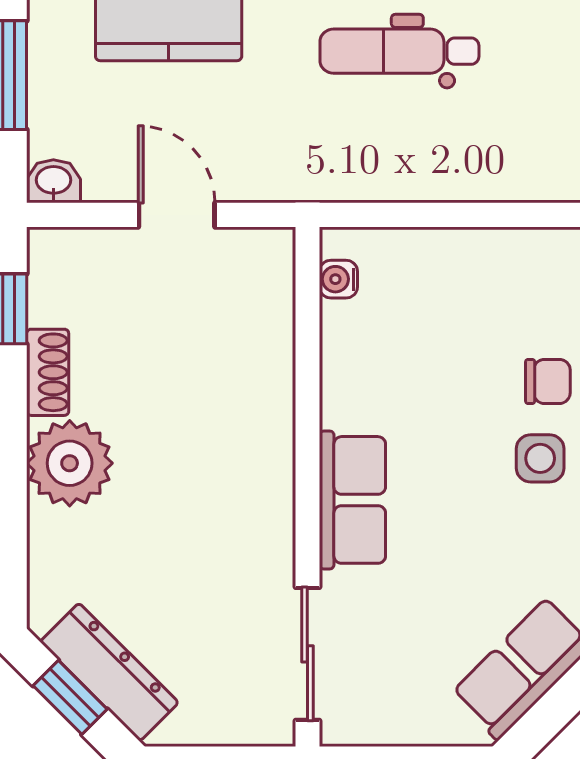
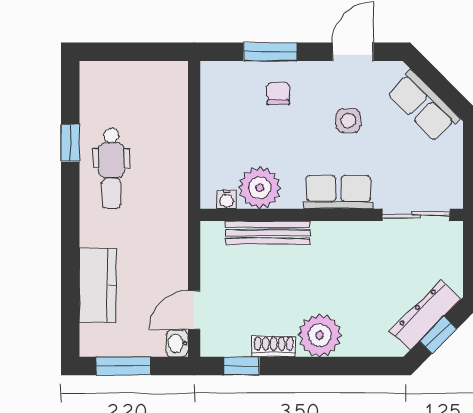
door: (177, 215) -> (194, 310), moved
plant: (361, 345) -> (260, 188), added
bench: (272, 360) -> (268, 233), added
side table: (540, 458) -> (348, 120), moved

